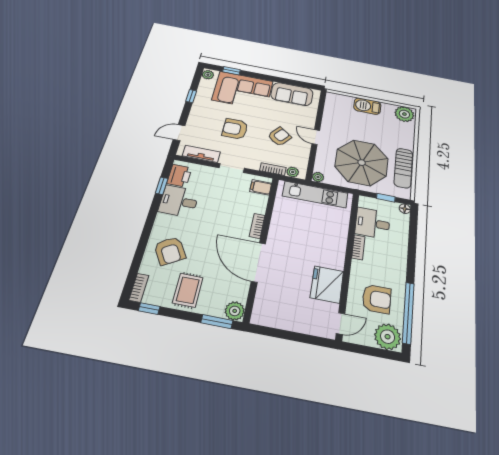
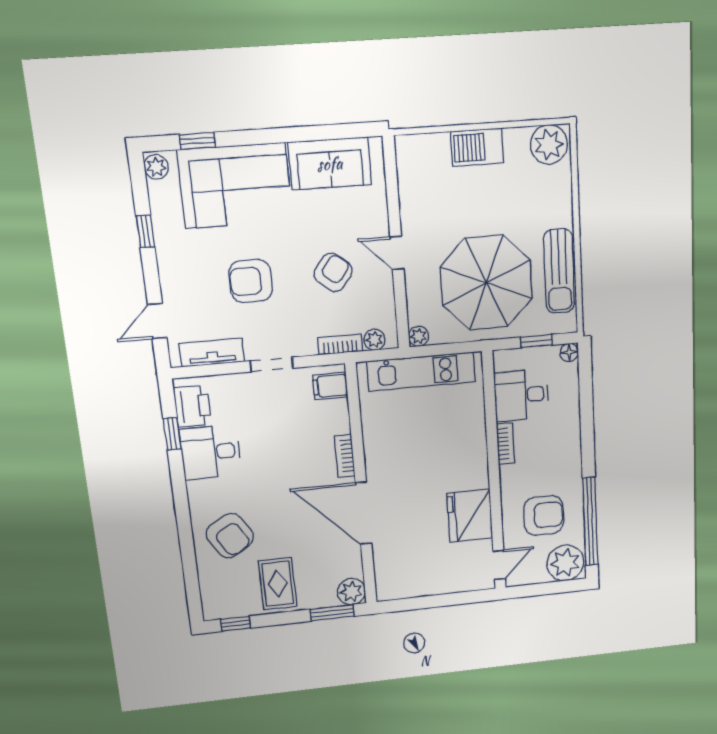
bookcase: (139, 288) -> (209, 601), removed

